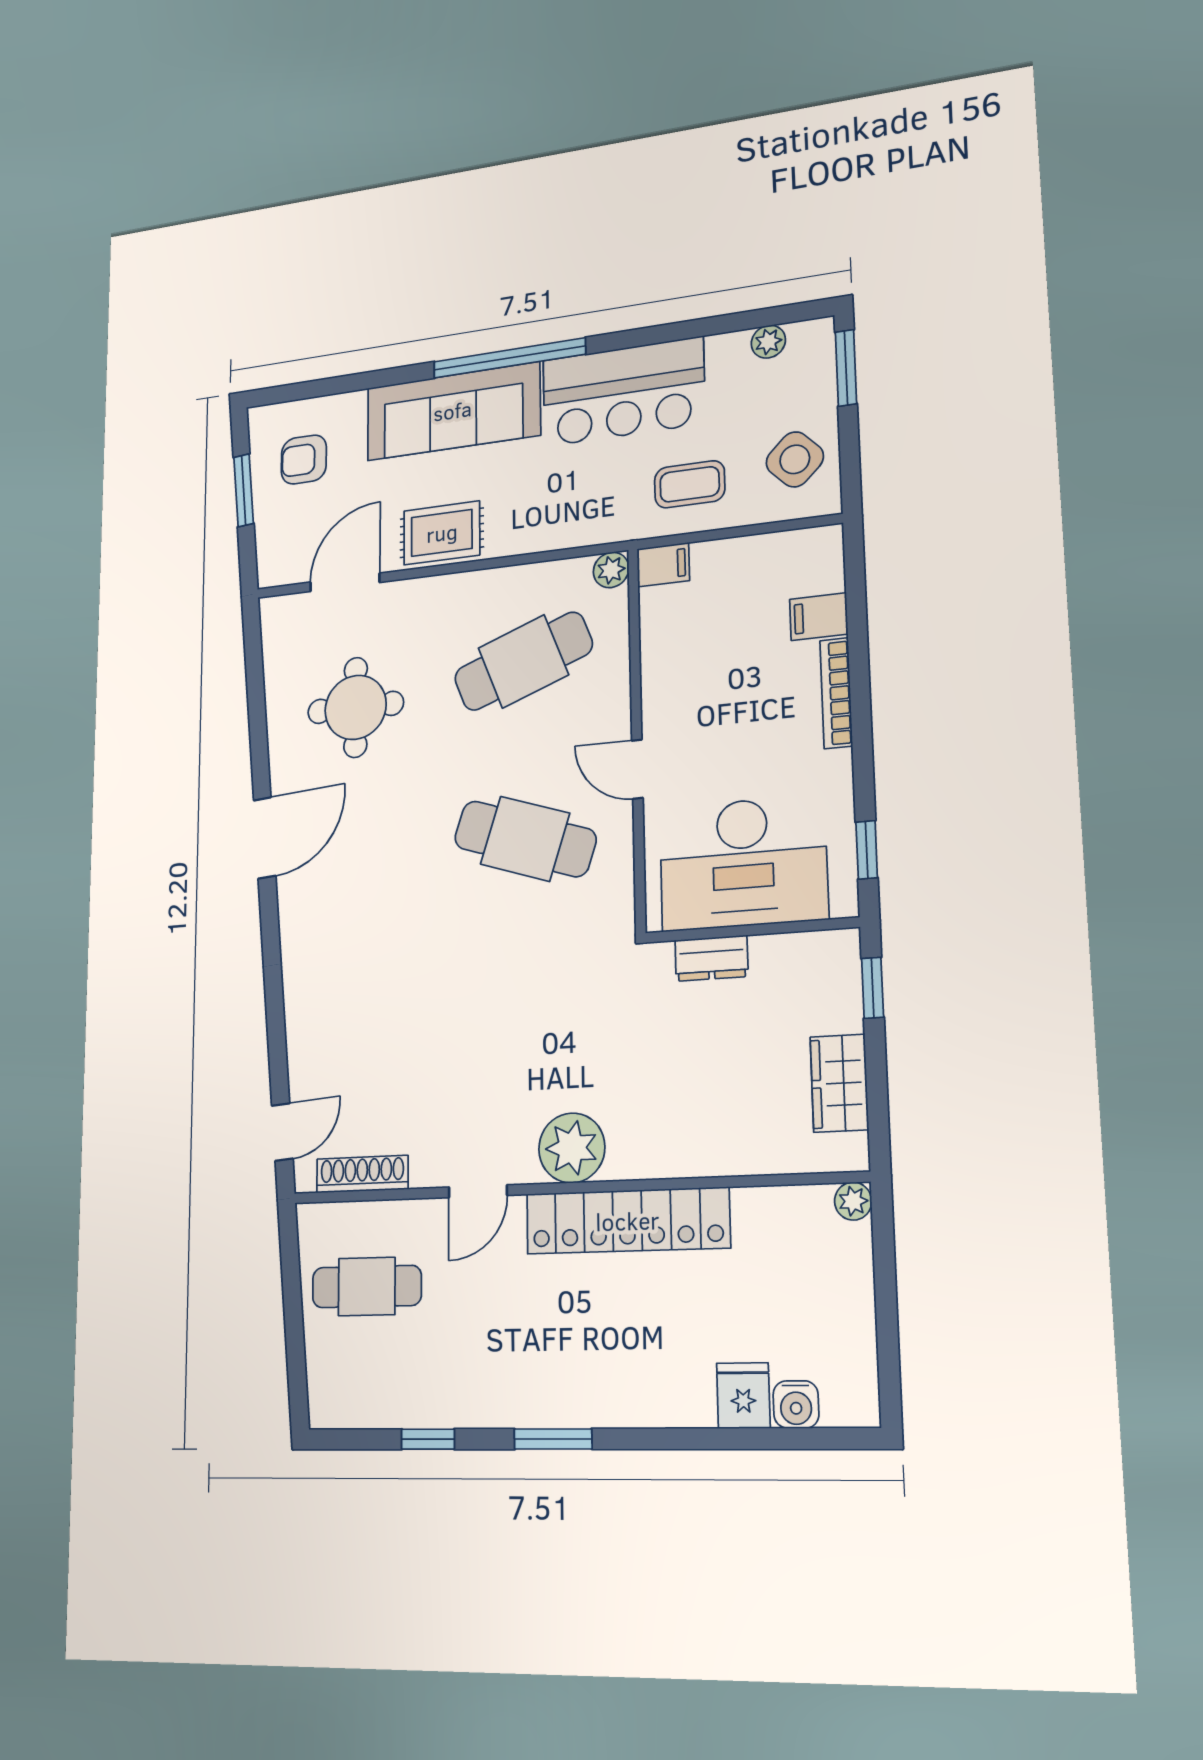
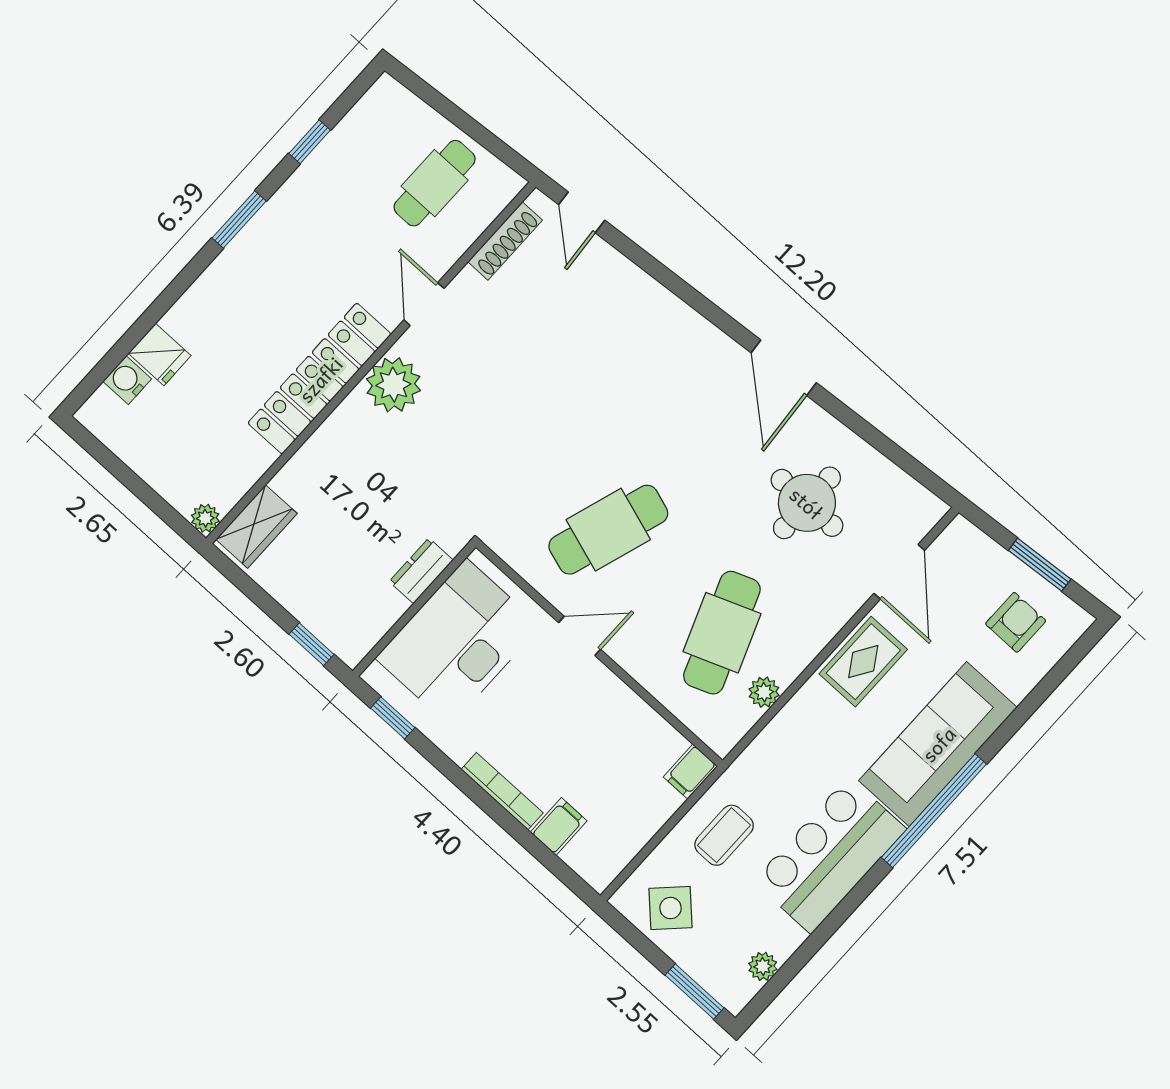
plant: (611, 570) -> (764, 692), moved
wardrobe: (839, 1083) -> (256, 526), moved, turned 90

